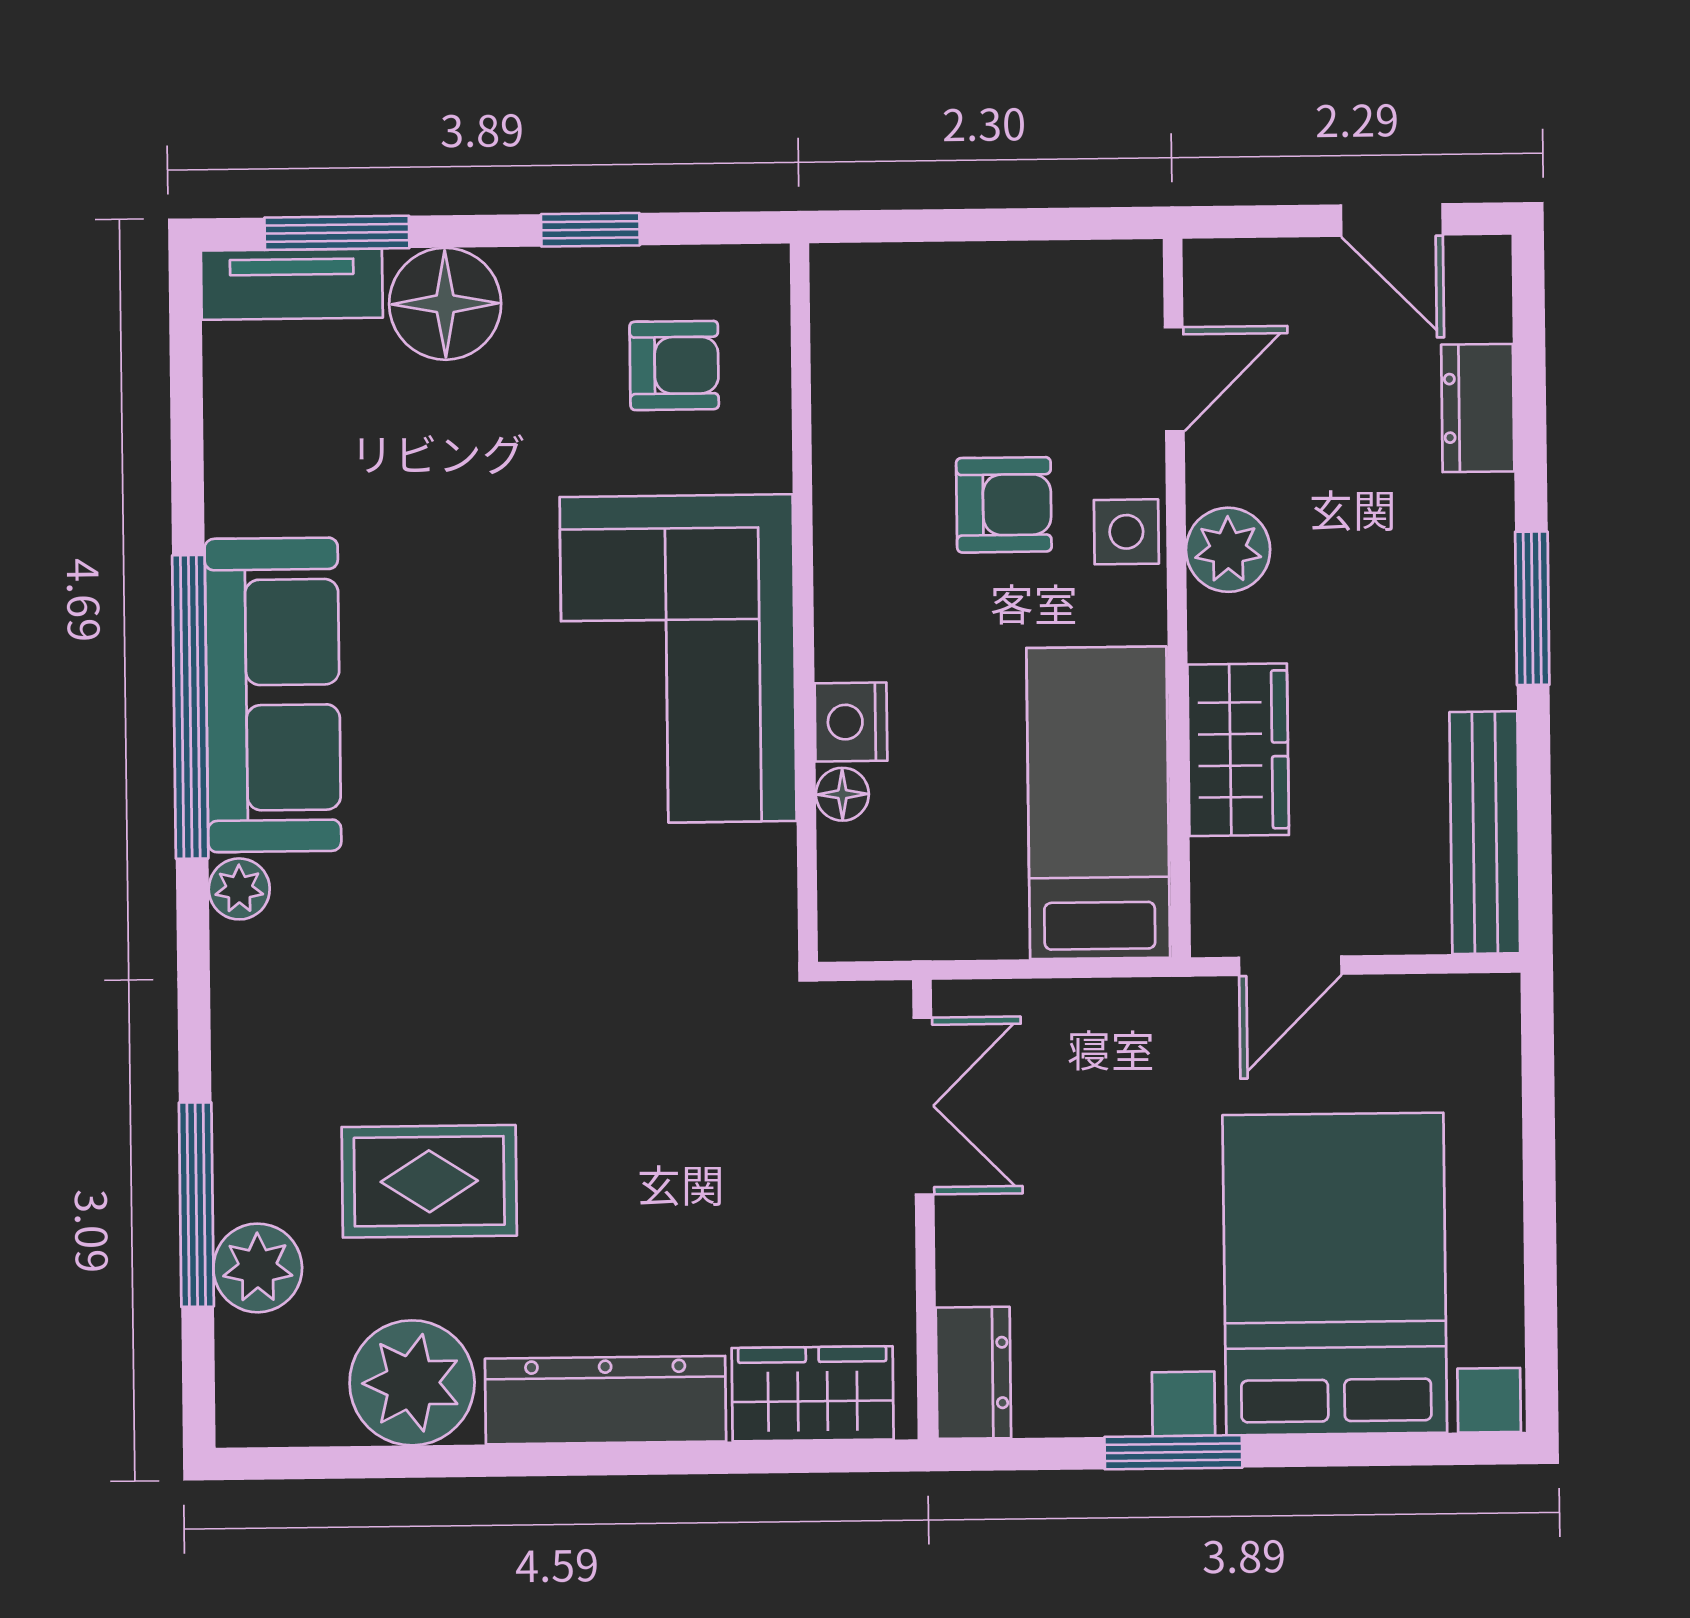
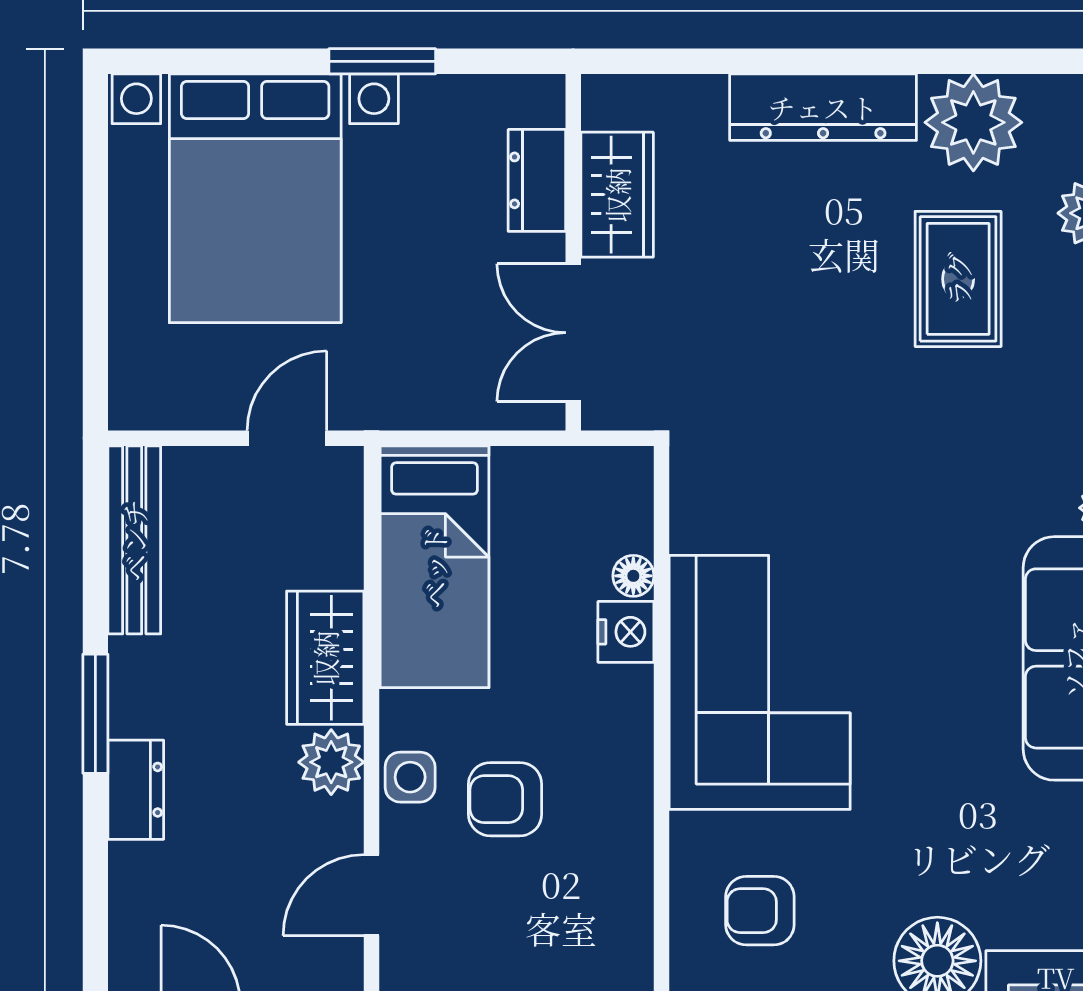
dresser: (1478, 408) -> (136, 790), moved
wardrobe: (1238, 750) -> (325, 658), moved
rug: (429, 1181) -> (958, 279), turned 90
dresser: (973, 1373) -> (537, 180), moved
wardrobe: (813, 1394) -> (617, 195), moved, turned -90

